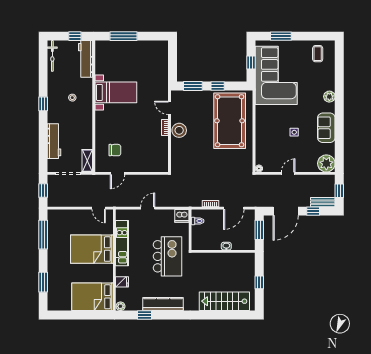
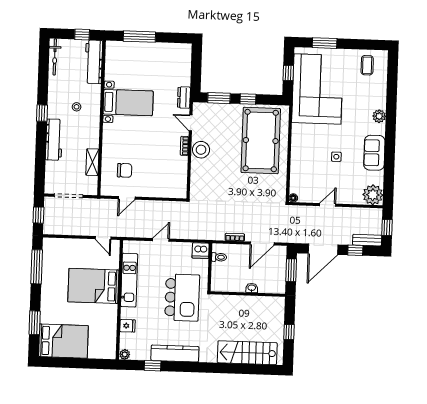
dresser: (163, 87) -> (184, 98), added
workbench: (54, 141) -> (54, 140), moved
shelving: (87, 161) -> (92, 162), moved
bed: (92, 297) -> (63, 341), moved, turned 180

